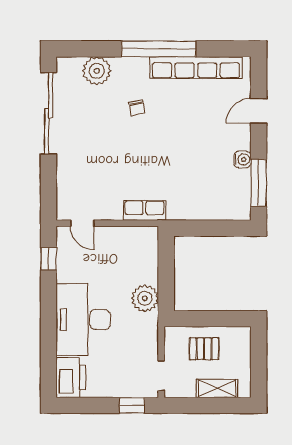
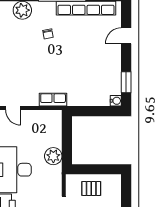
water cooler: (242, 159) -> (116, 101), moved
window: (259, 183) -> (126, 82), width x0.69

